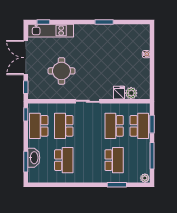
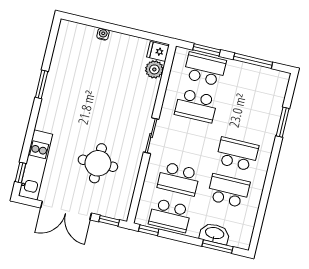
fridge: (119, 93) -> (158, 51), moved
school desk: (114, 160) -> (237, 154), moved
plant: (145, 178) -> (283, 79), removed

